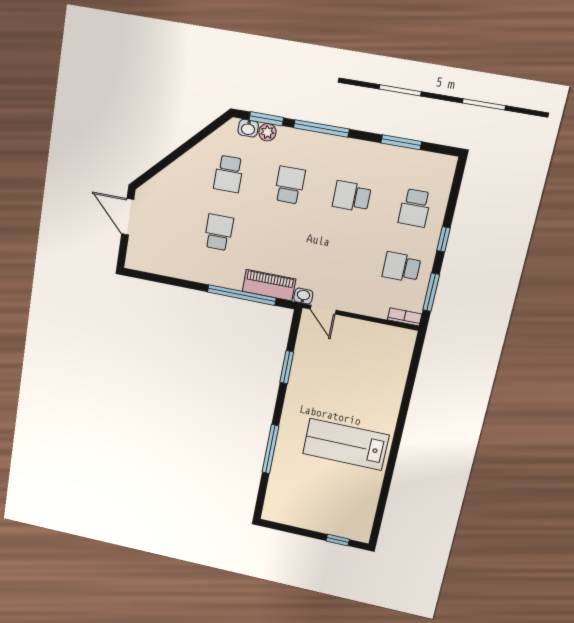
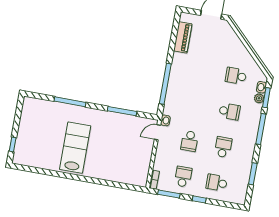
school desk: (219, 232) -> (189, 141), moved, turned 90
piano: (269, 285) -> (183, 37), moved
window: (287, 367) -> (122, 111), width x1.44

